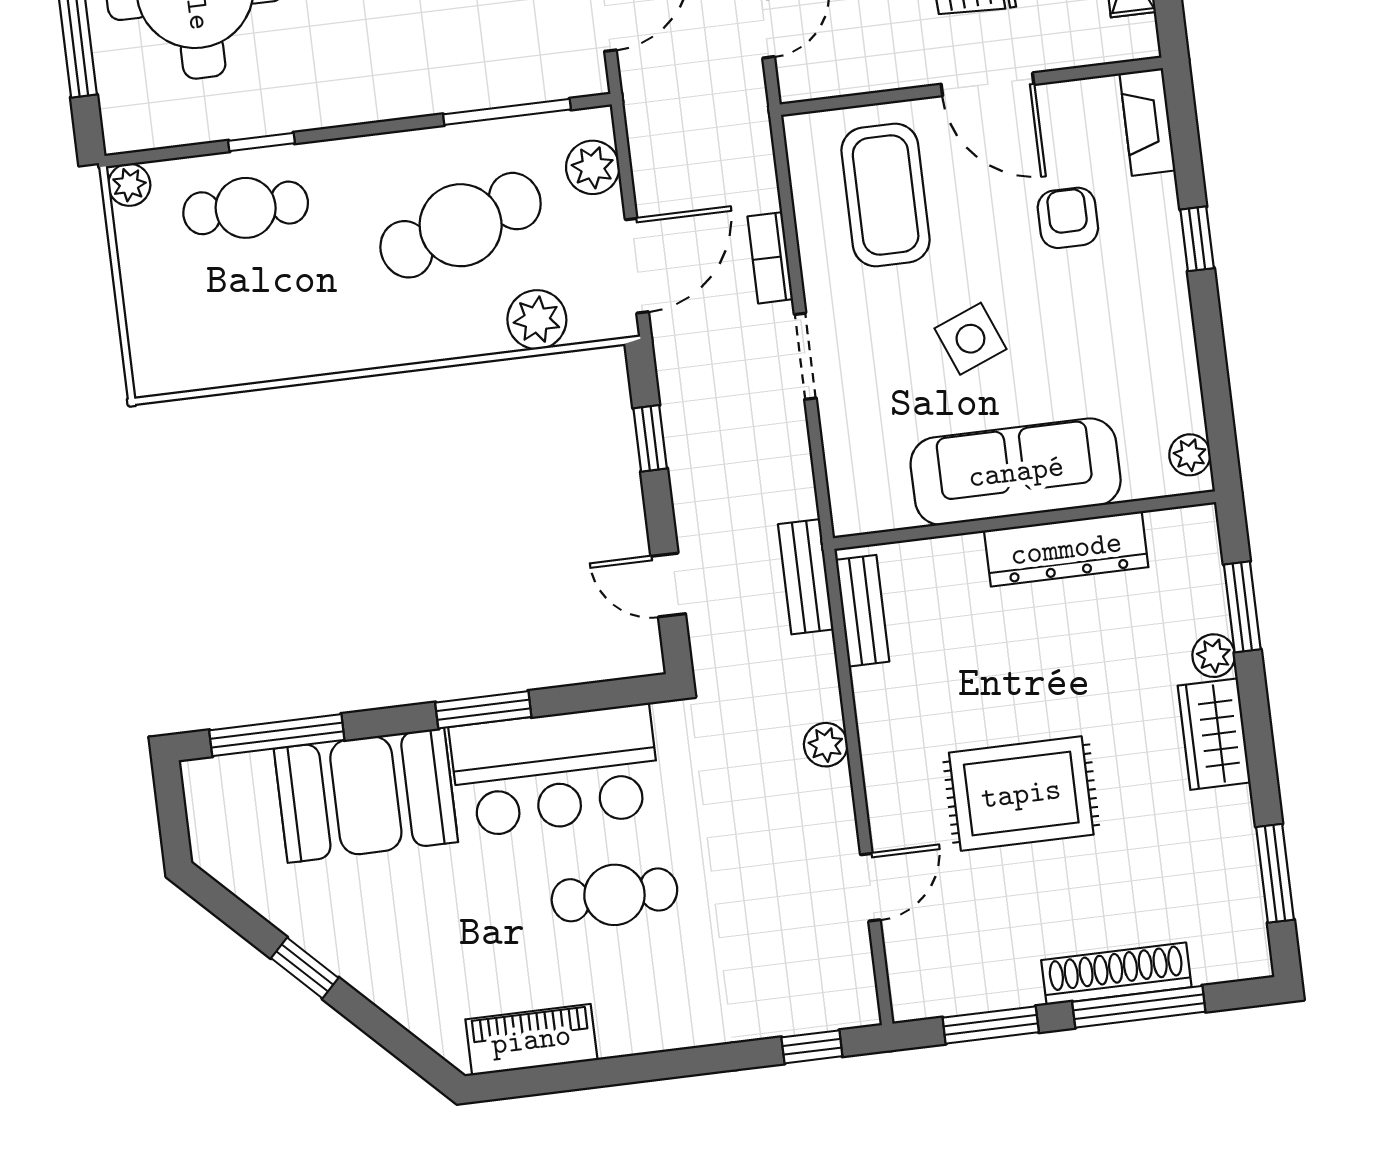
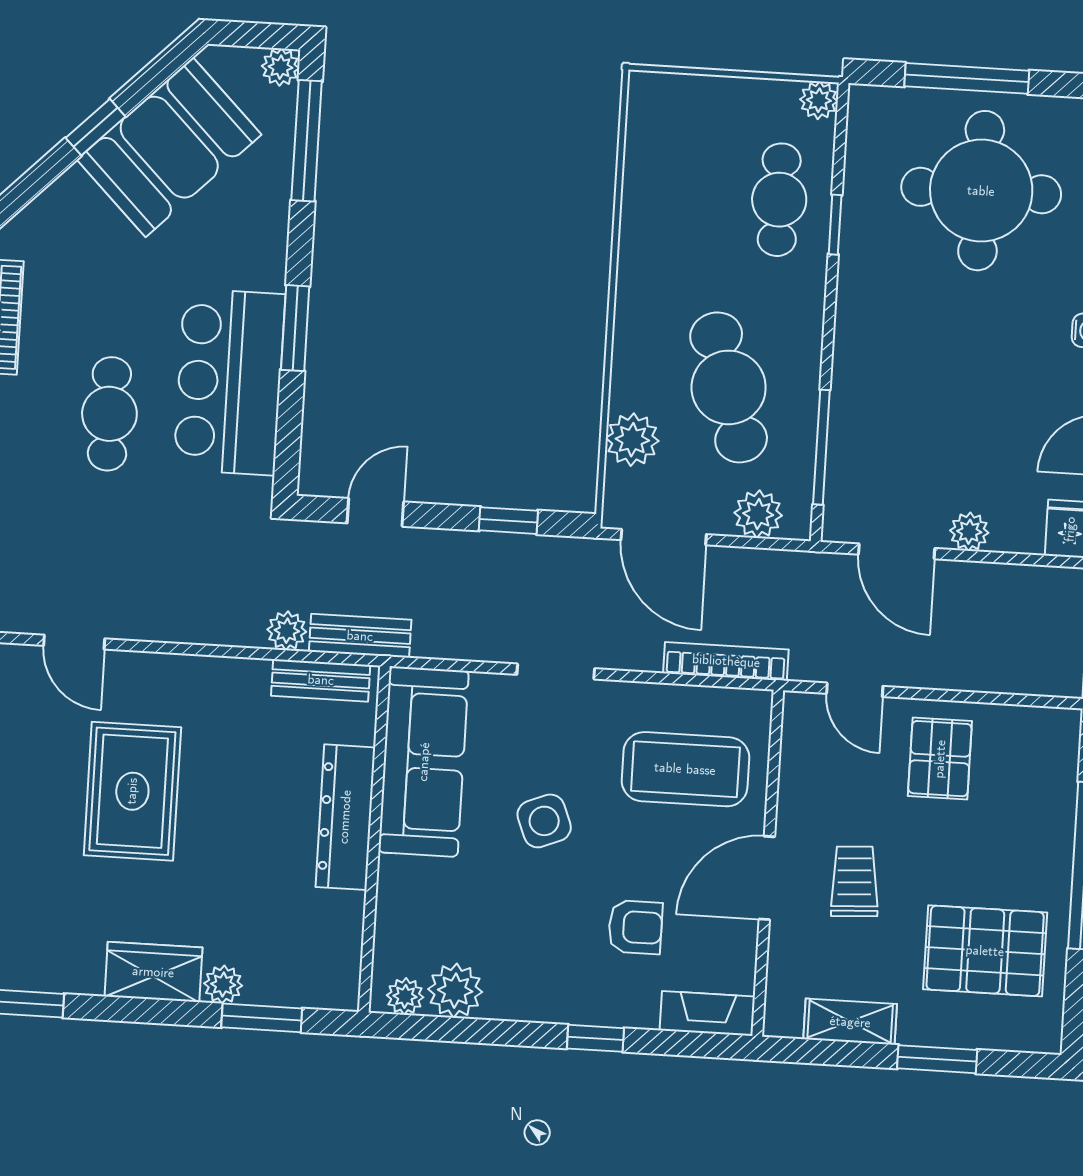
bookcase: (770, 258) -> (726, 661), moved, width x1.56
plant: (1173, 401) -> (455, 991), added
sofa: (1016, 472) -> (424, 762), moved
dresser: (1066, 549) -> (345, 817), moved
plant: (826, 745) -> (287, 631), moved
plant: (202, 778) -> (280, 67), added
booth: (366, 795) -> (169, 147), moved, turned 45

